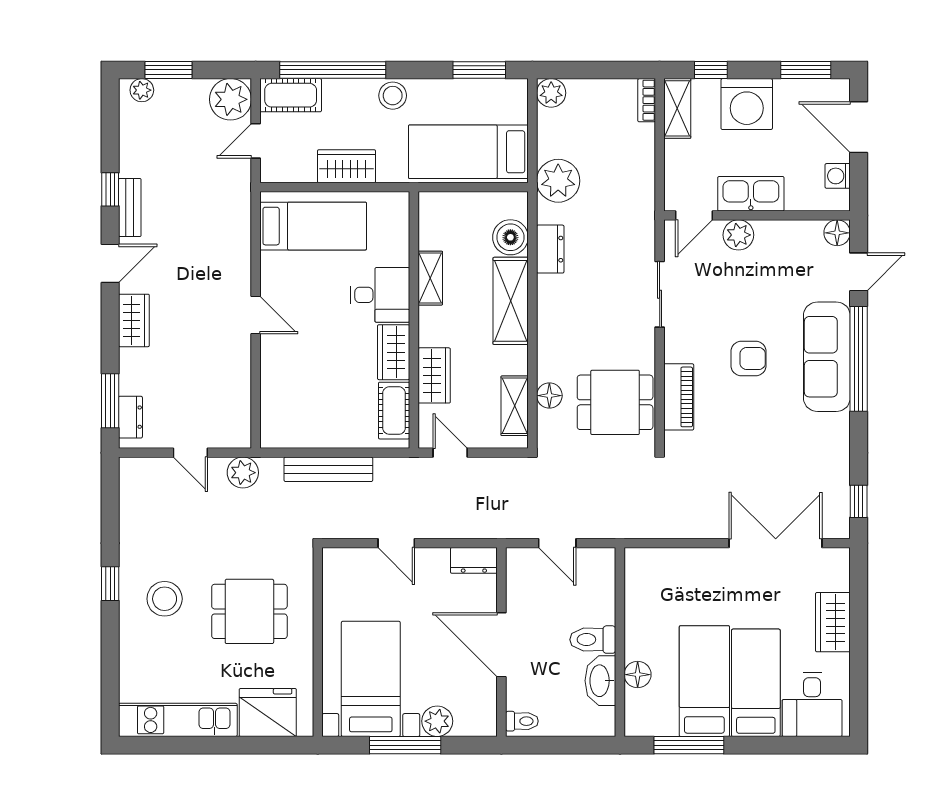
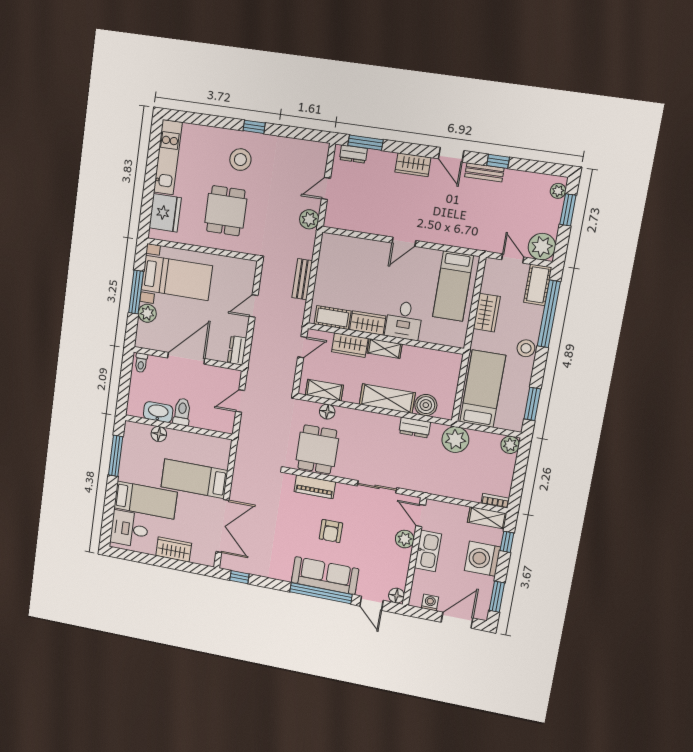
shelving: (430, 278) -> (385, 348), moved
bench: (328, 469) -> (302, 279), width x0.73
bed: (704, 681) -> (194, 479), moved, turned 180

